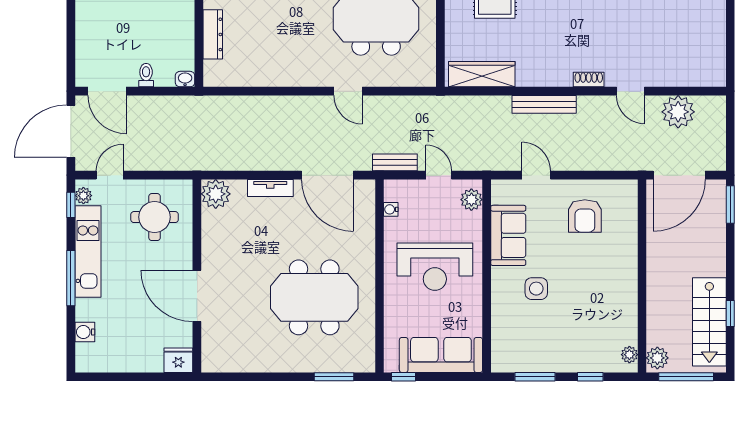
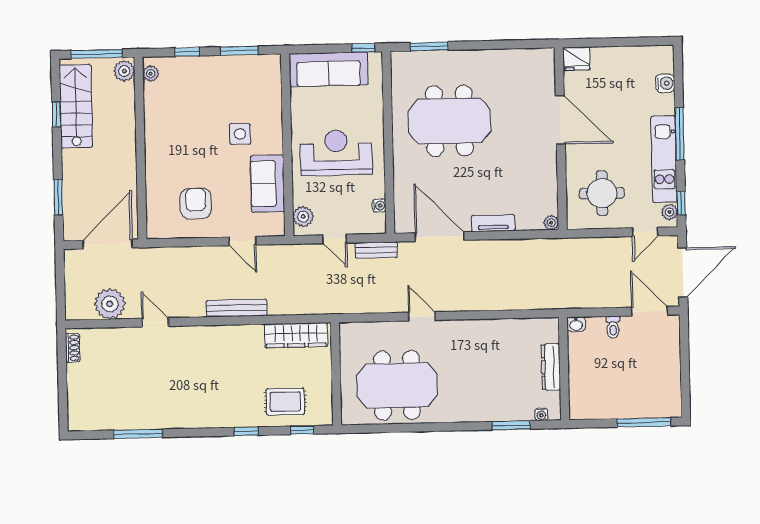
shoe rack: (589, 80) -> (73, 348), moved, turned -90
plant: (216, 194) -> (551, 223), width x0.53, depth x0.53
window: (730, 204) -> (58, 197), moved

